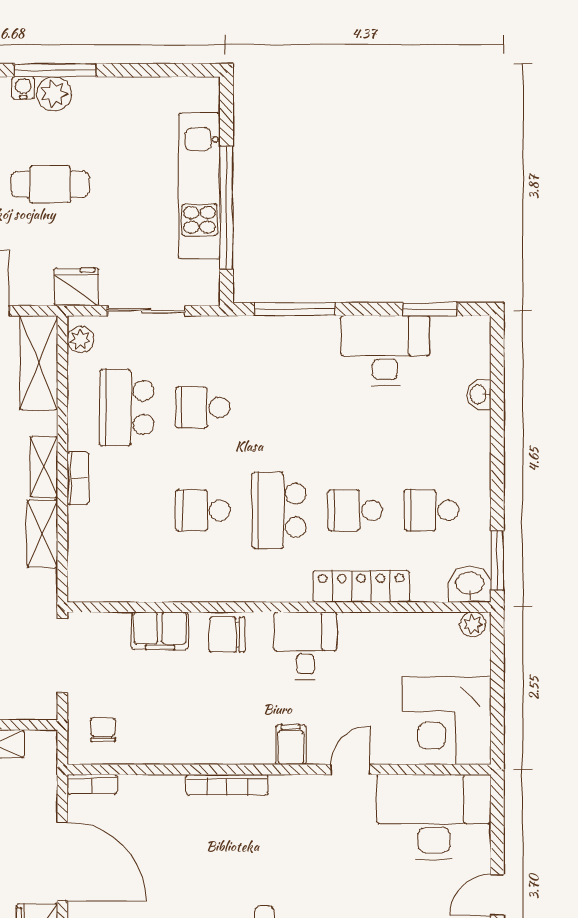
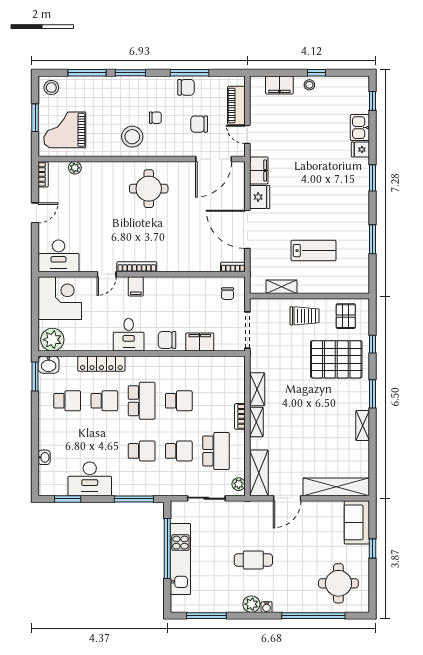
window: (55, 70) -> (206, 616), moved
fridge: (76, 287) -> (241, 510), removed
school desk: (279, 408) -> (142, 451), added
plant: (473, 624) -> (52, 340), width x1.88, depth x1.88
chair: (227, 635) -> (167, 340), turned 180
bookcase: (227, 785) -> (137, 267), moved
desk: (434, 817) -> (58, 256), width x0.73, depth x0.77

